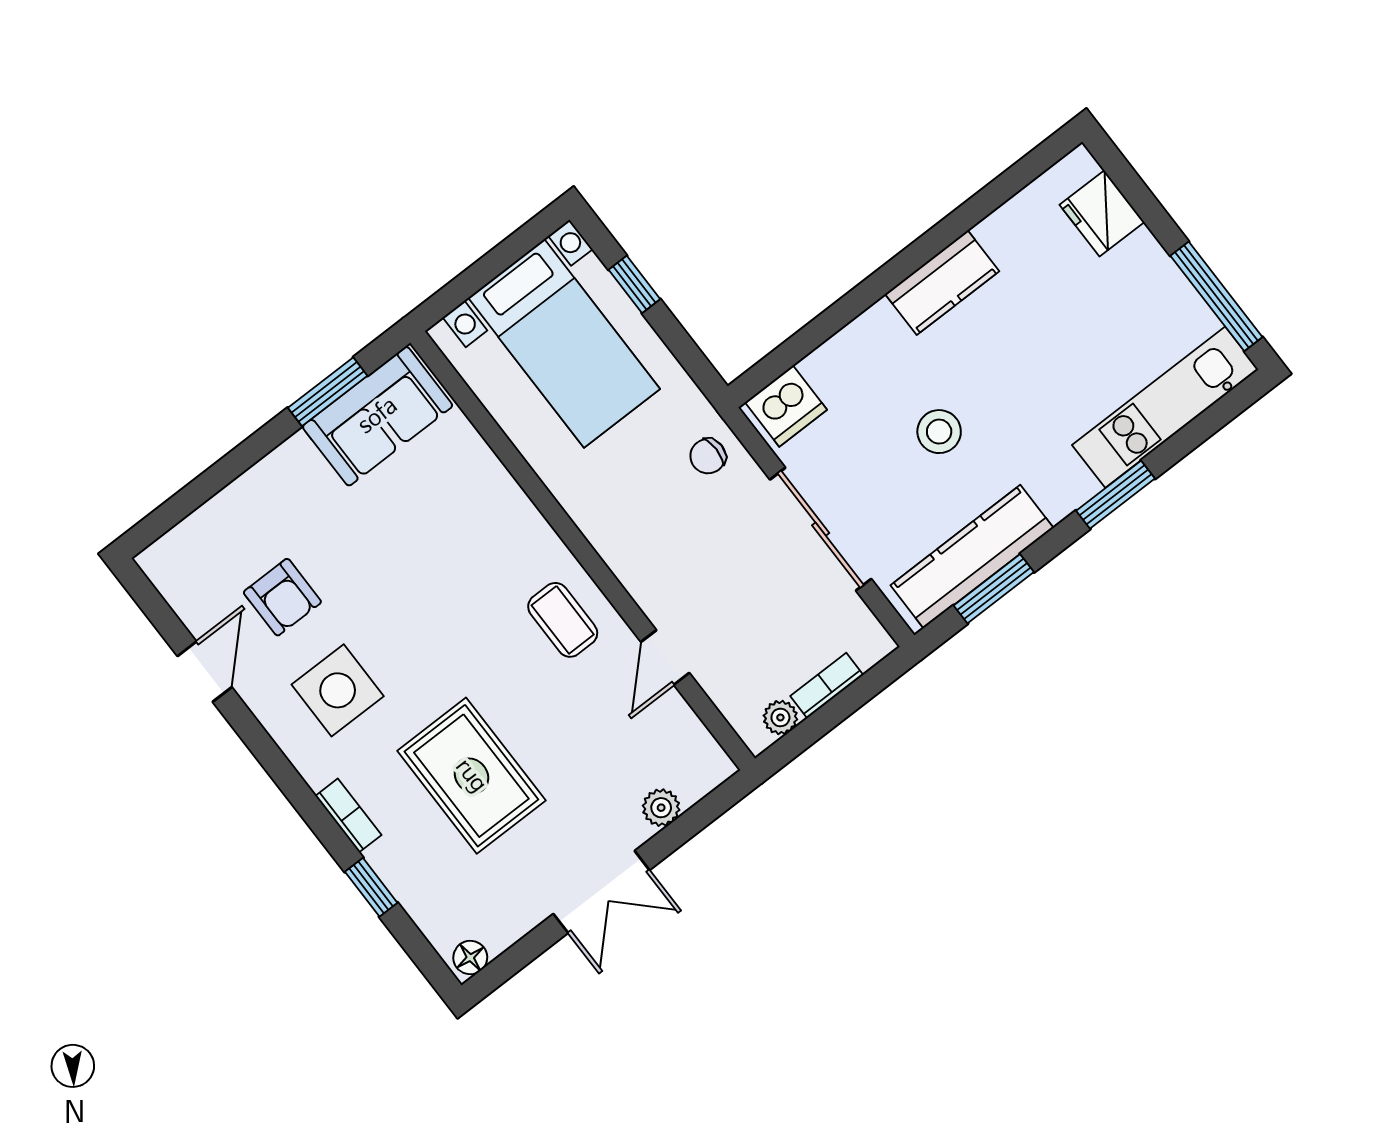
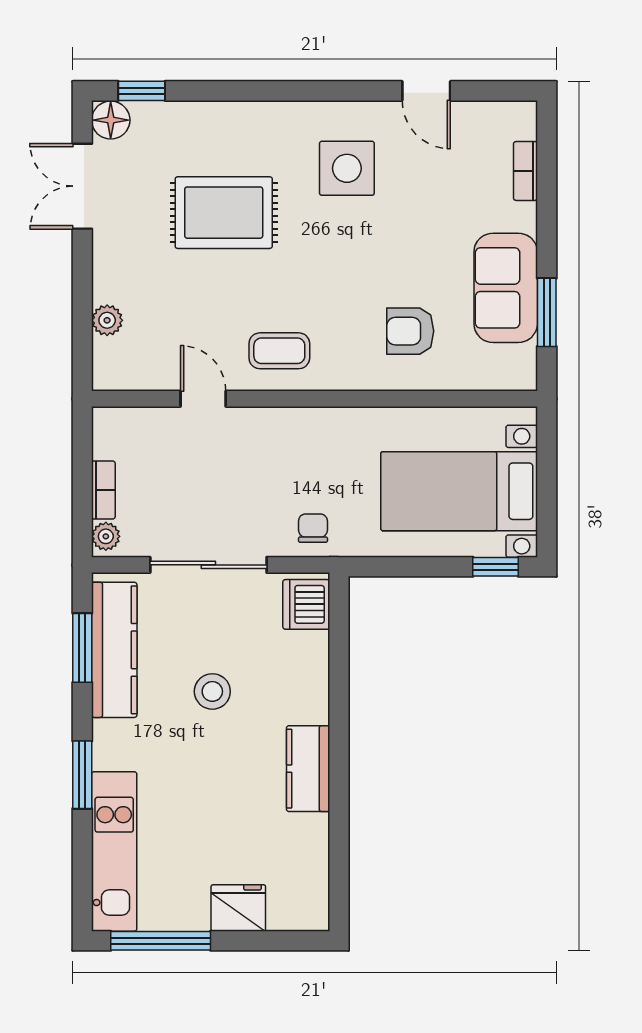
fridge: (1102, 213) -> (238, 908), moved
window: (634, 284) -> (496, 567), moved
sofa: (378, 416) -> (506, 288), moved
armchair: (282, 597) -> (410, 331), moved
plant: (780, 717) -> (106, 536), moved
bookcase: (348, 815) -> (526, 171), moved, turned 90
window: (371, 887) -> (142, 91), moved
double door: (601, 892) -> (82, 186), moved
floor lamp: (470, 958) -> (111, 120), width x1.37, depth x1.37

